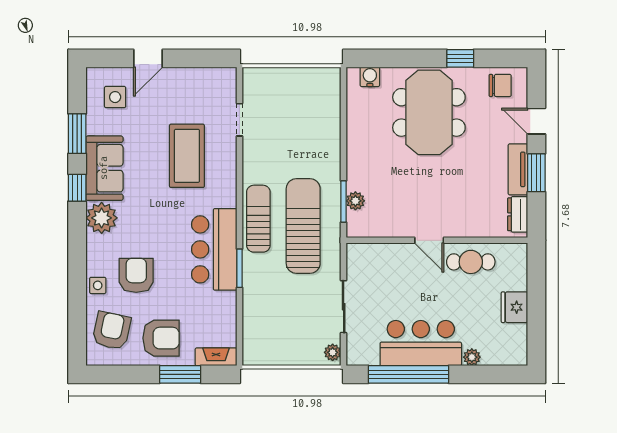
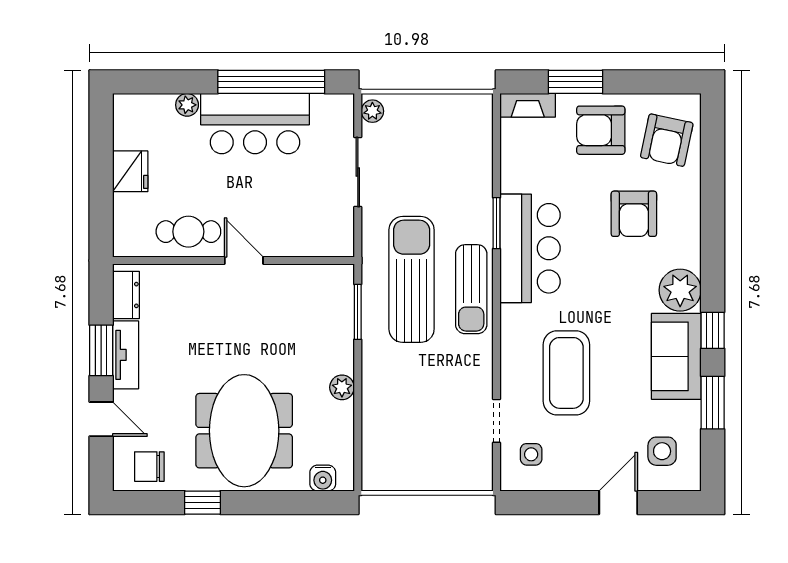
plant: (355, 201) -> (342, 387), moved
sun lounger: (303, 226) -> (412, 279), turned 180
side table: (98, 285) -> (531, 454), moved

